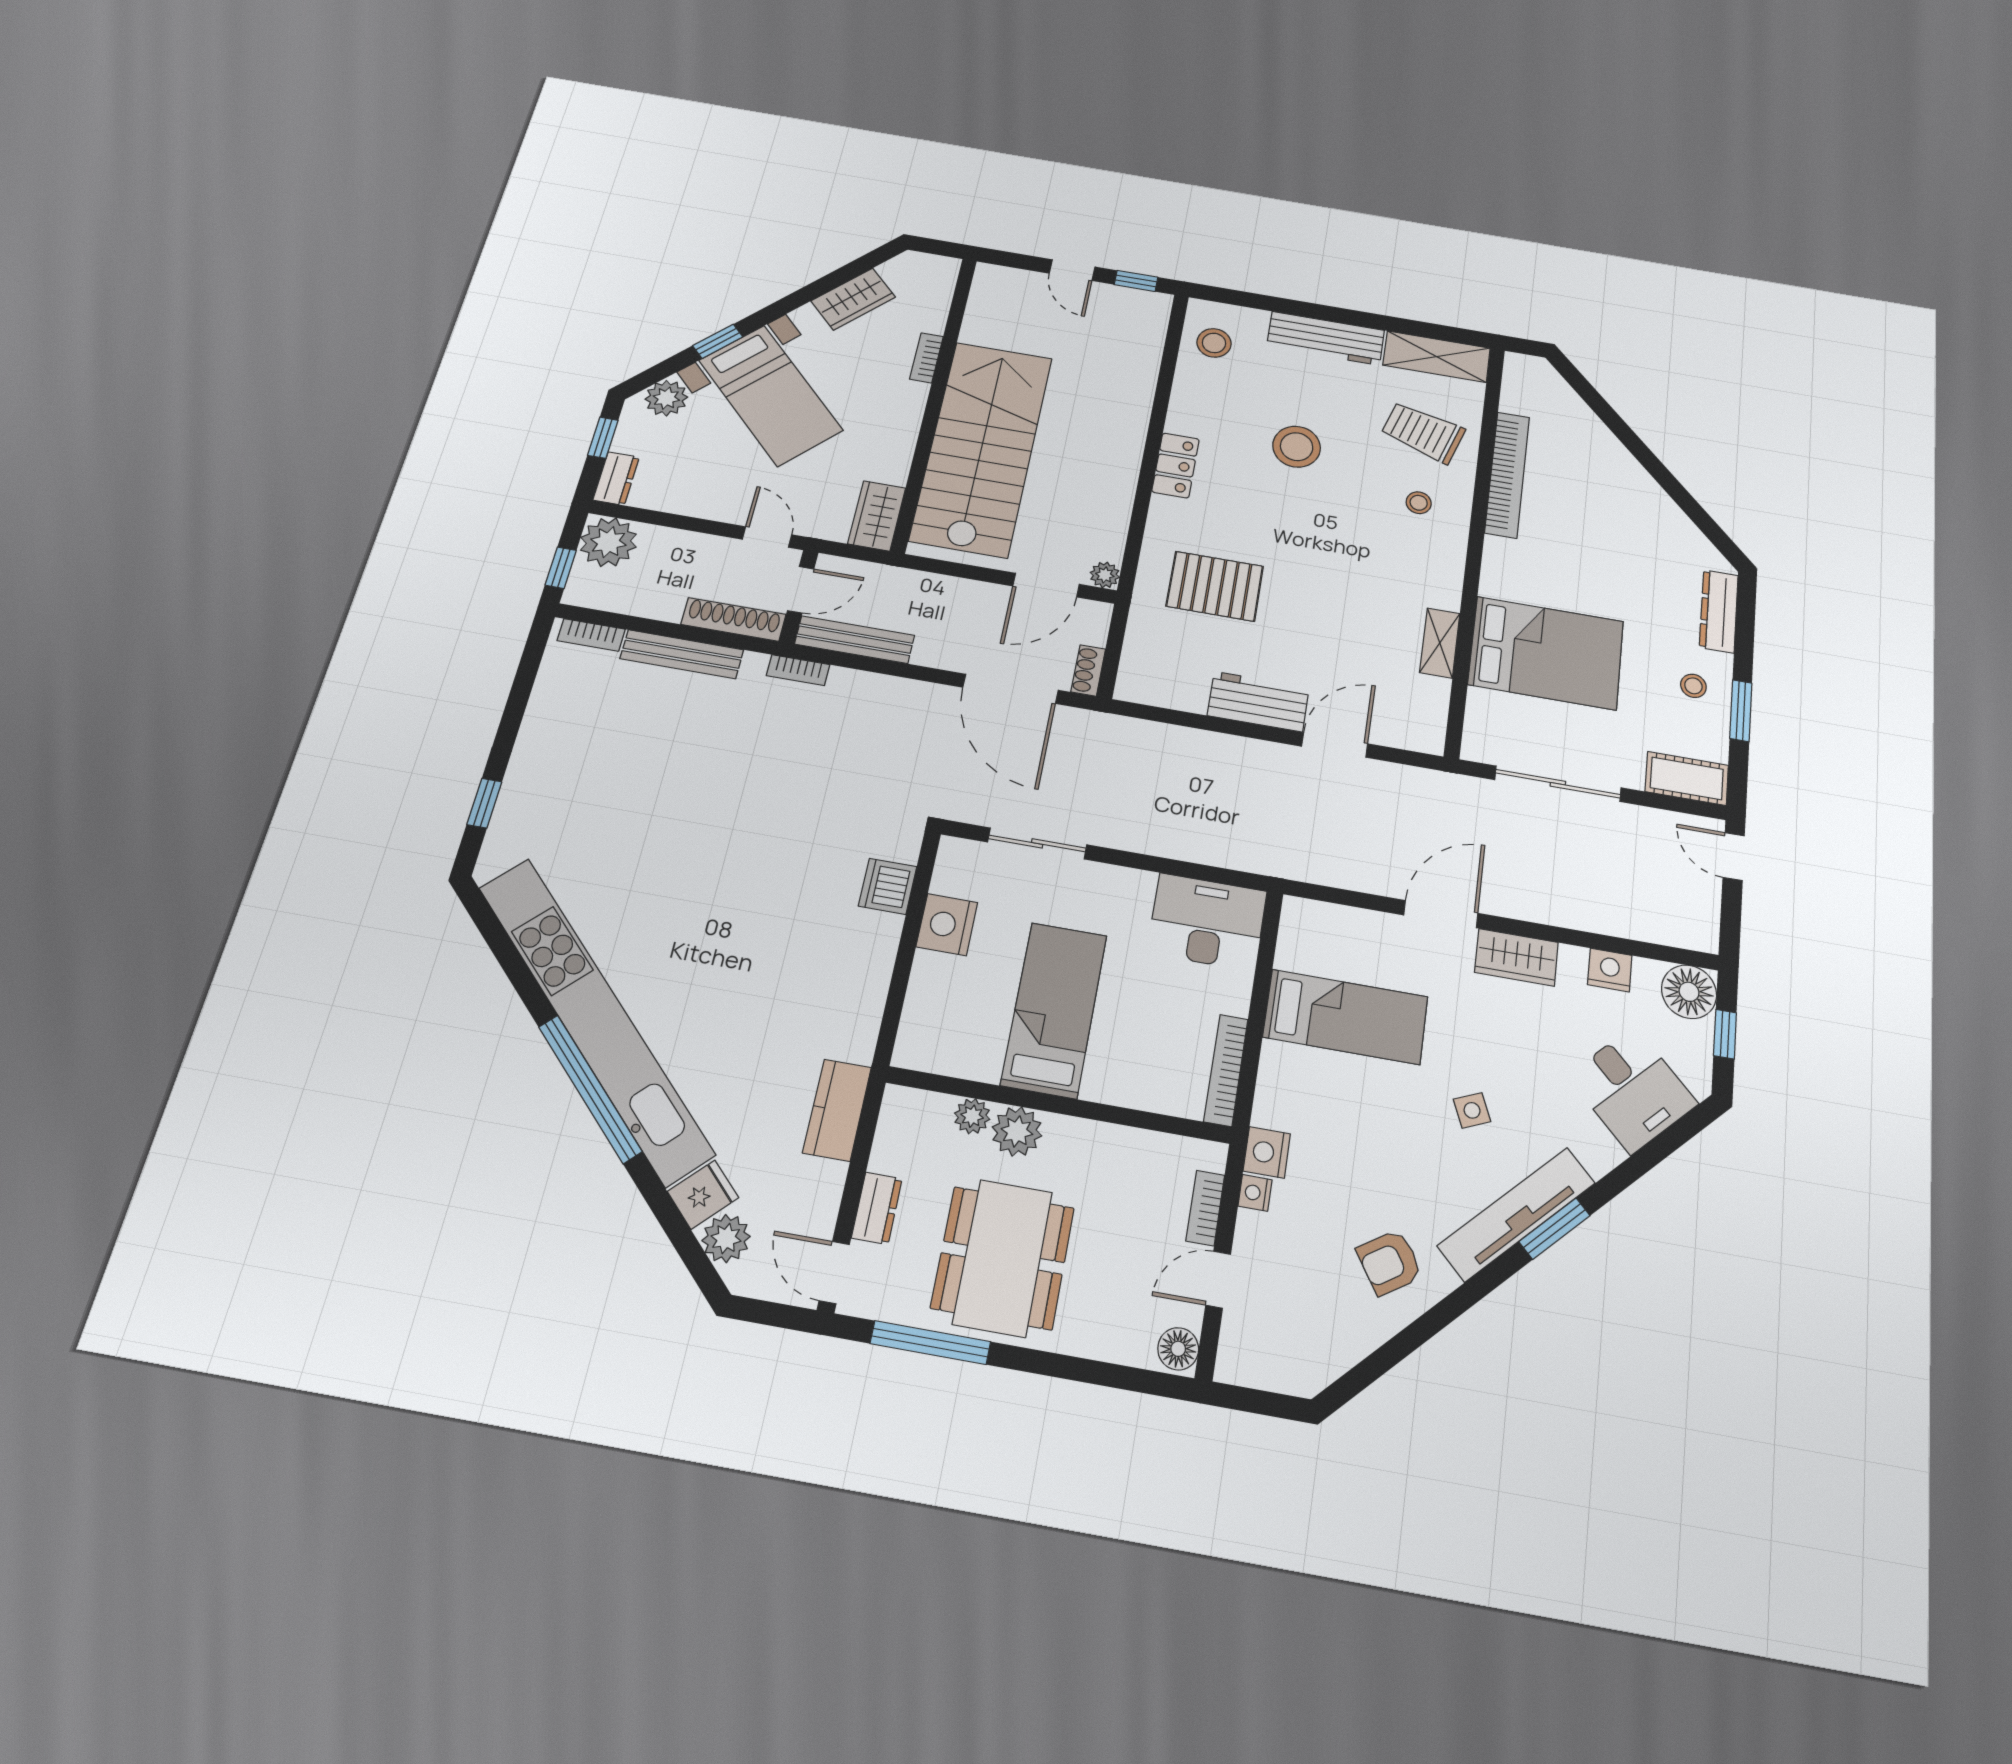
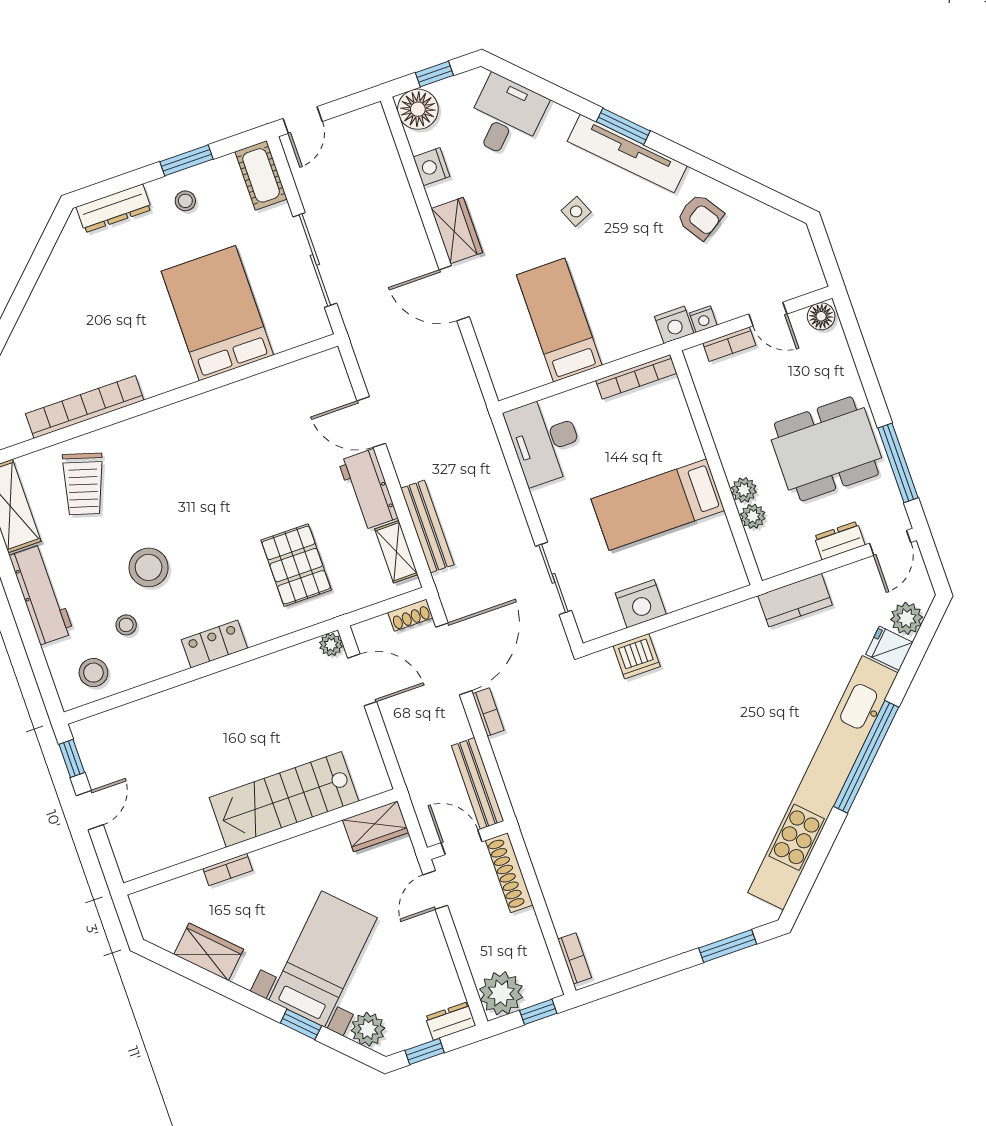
stairs: (982, 448) -> (284, 799), width x0.73, depth x0.66
stool: (1419, 503) -> (126, 625), moved
shelving: (1440, 643) -> (396, 552), moved, turned 90
bench: (682, 654) -> (427, 526), moved
bookcase: (798, 670) -> (488, 712), moved
window: (484, 803) -> (728, 946), width x1.50
plant: (1017, 1131) -> (744, 490), width x0.73, depth x0.73

